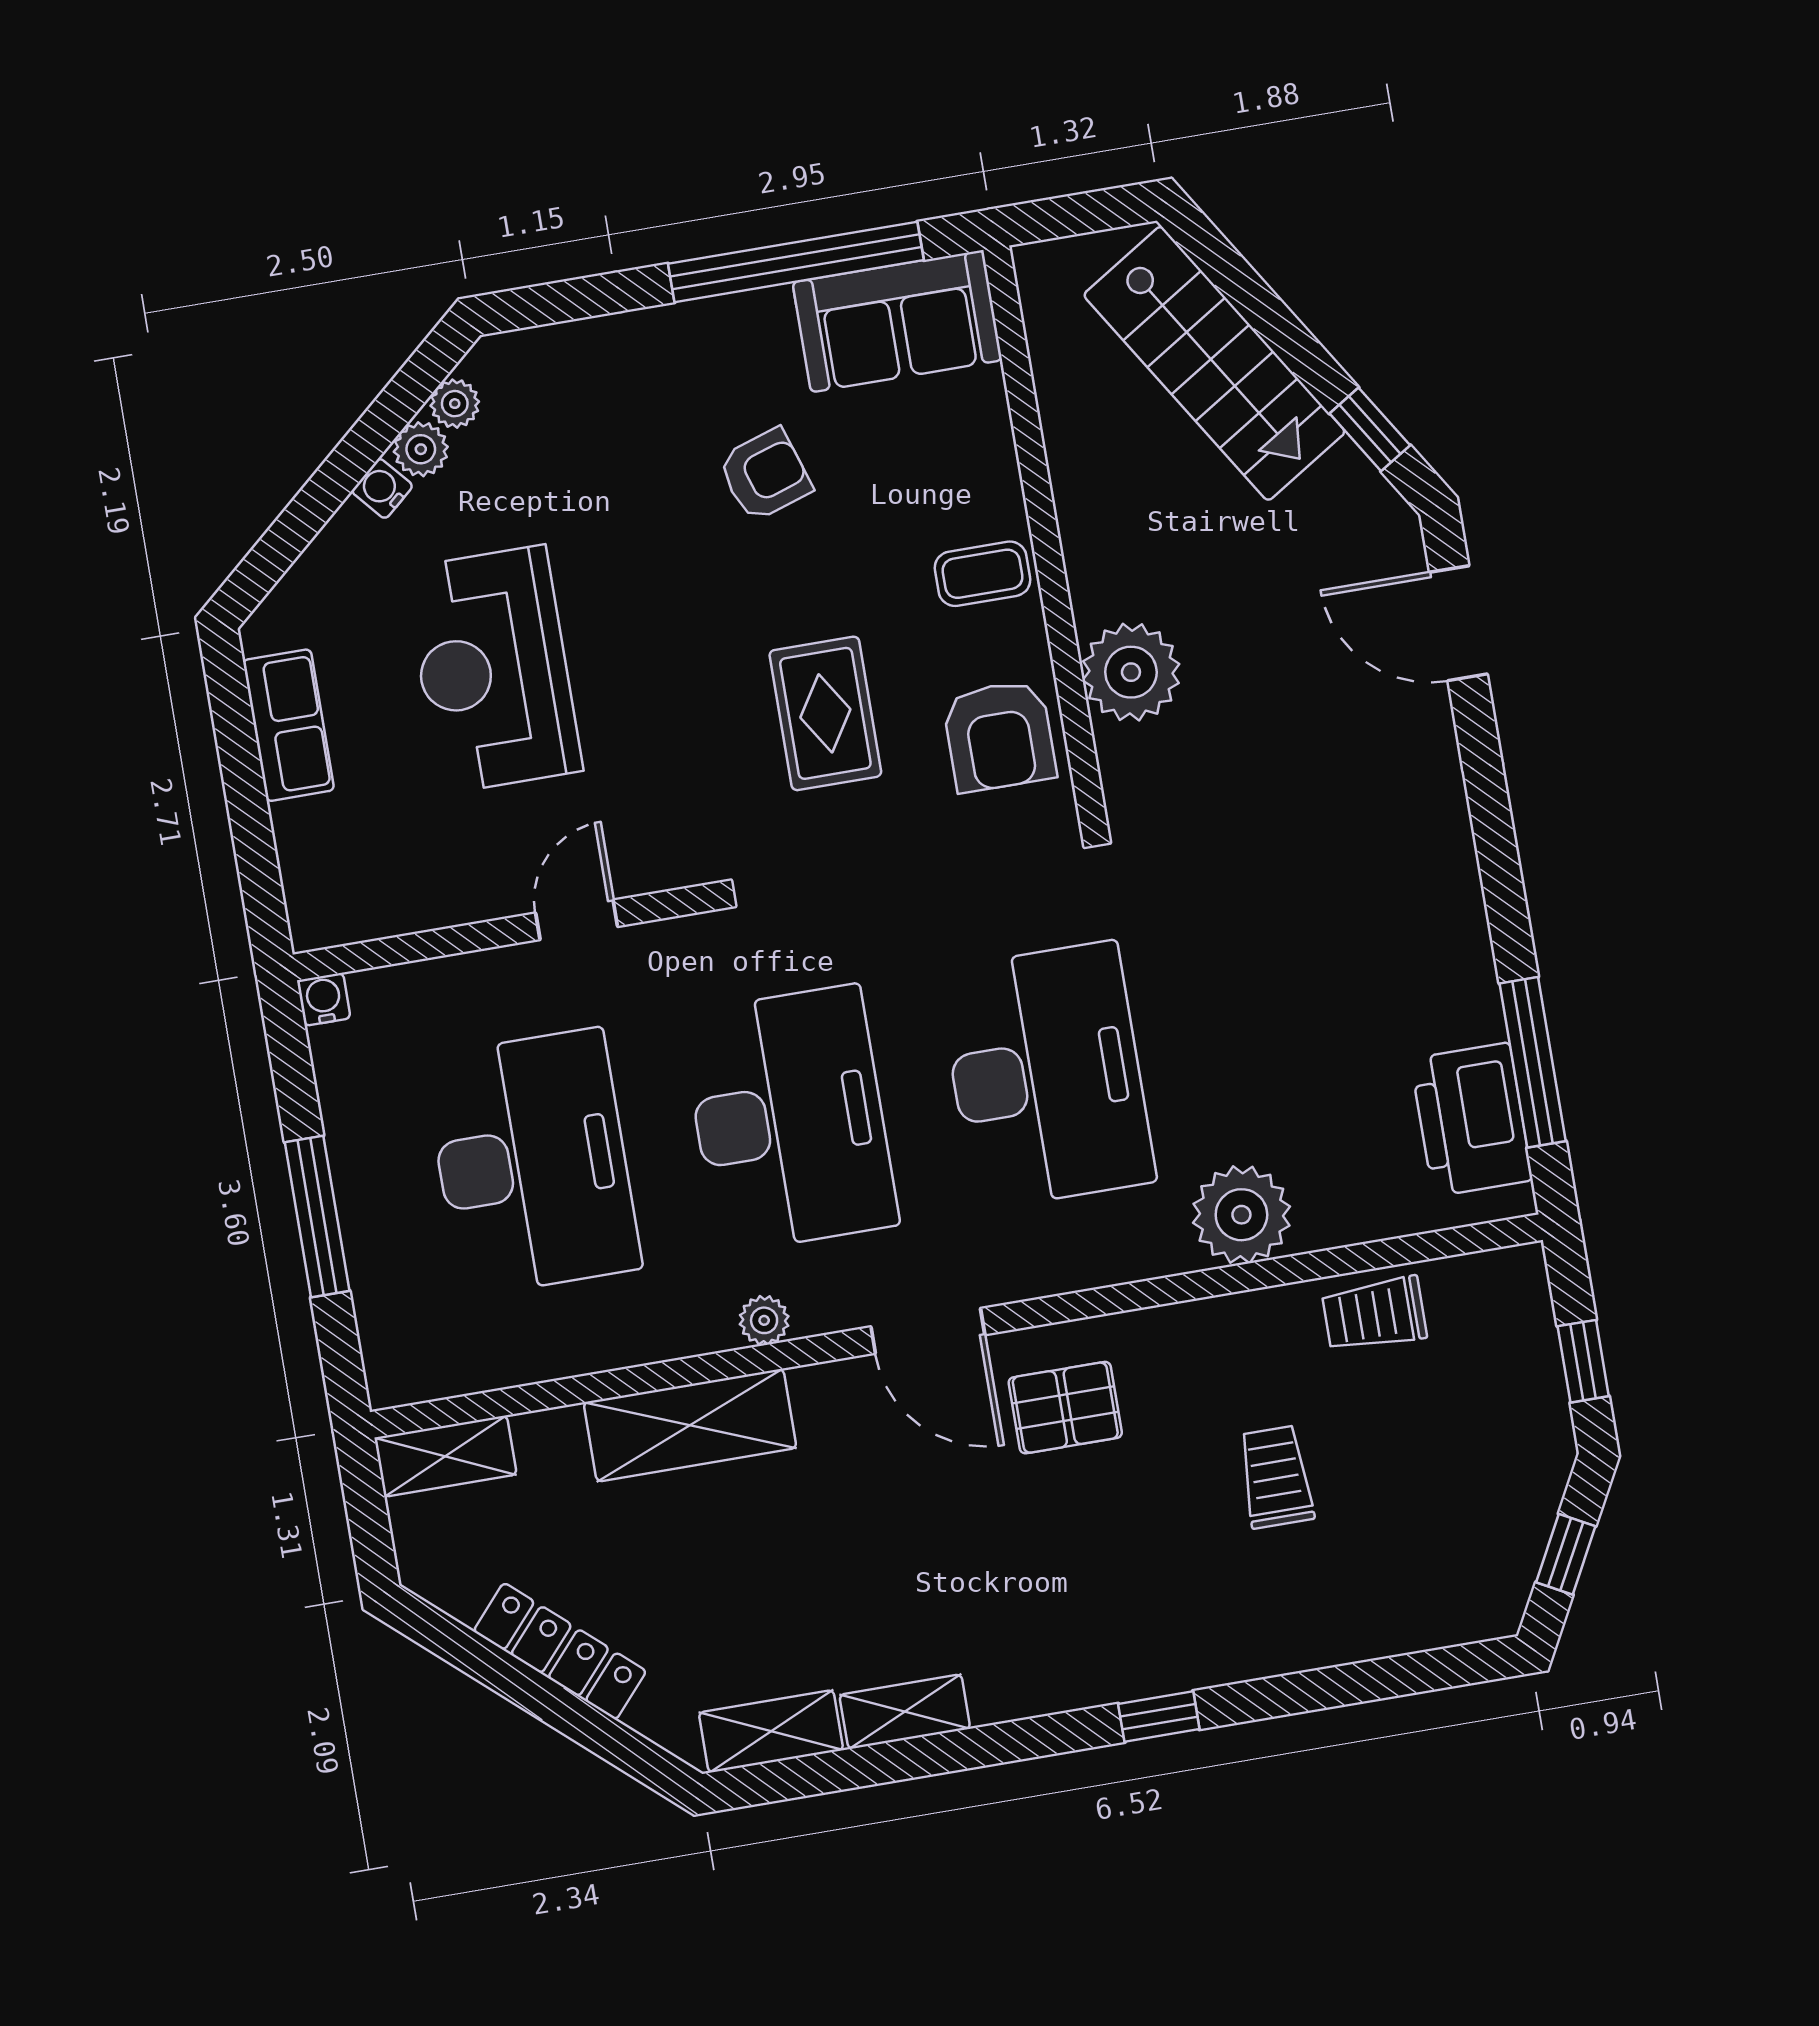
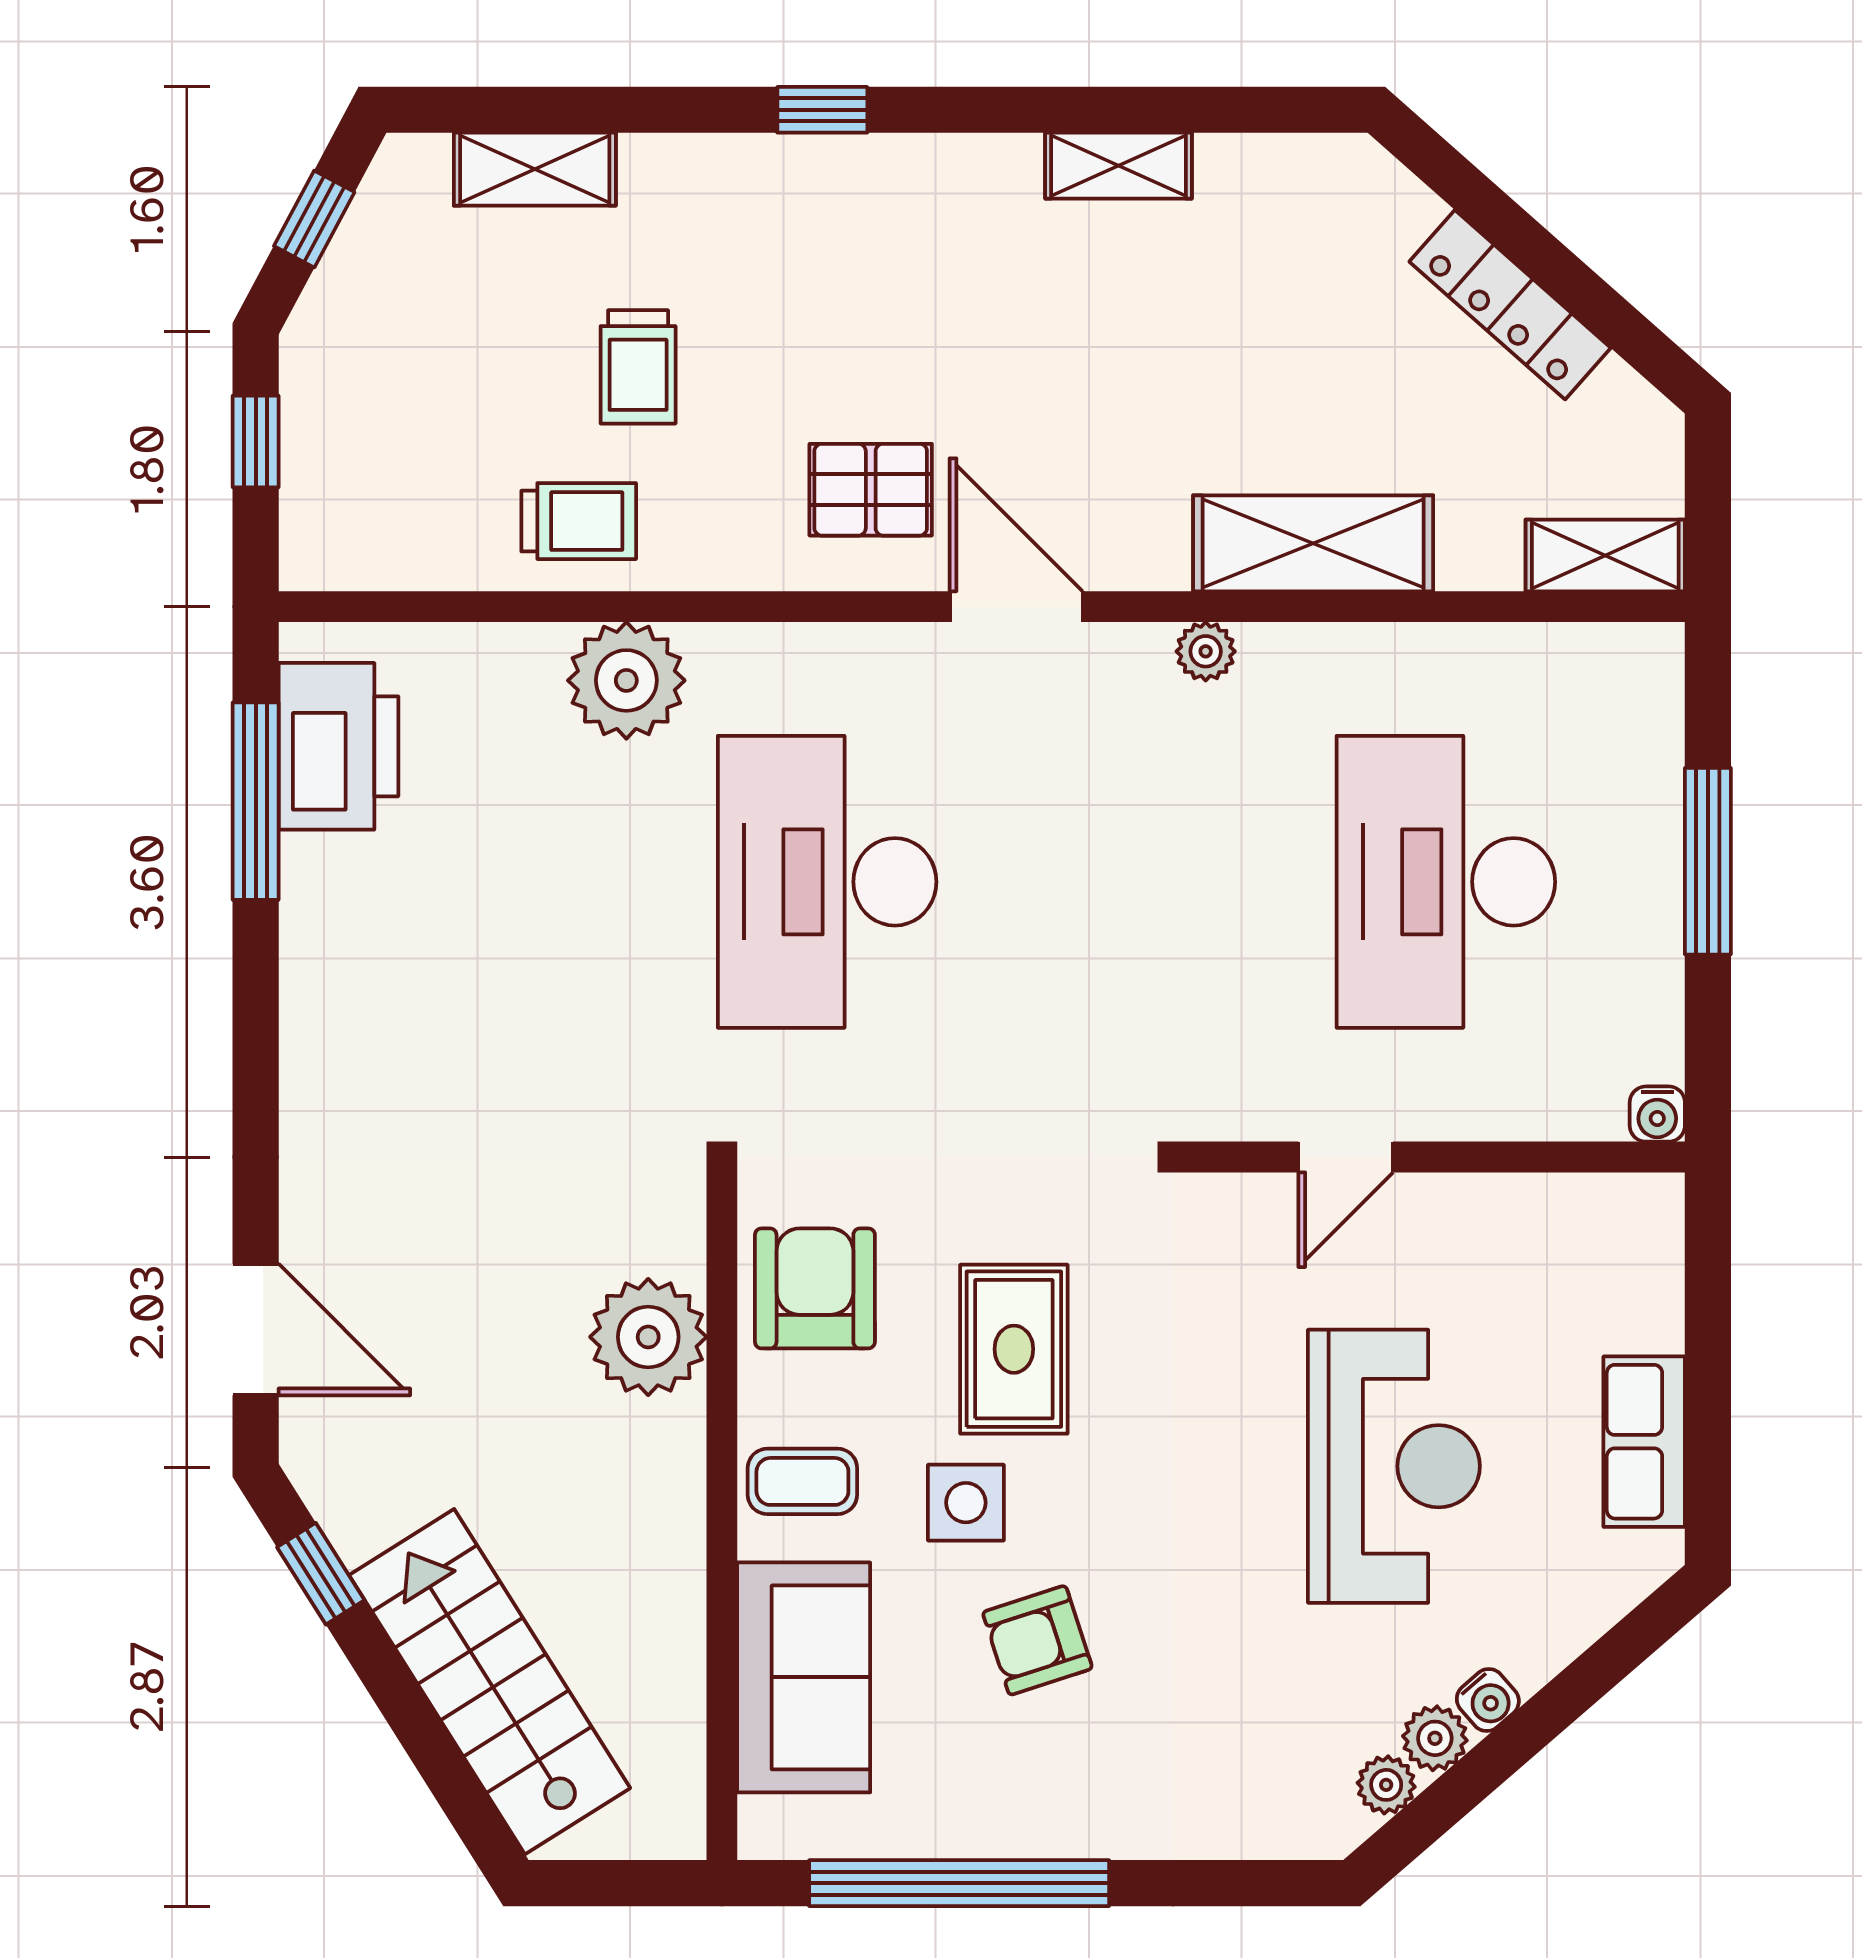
sofa: (897, 321) -> (804, 1677), moved, turned 90
side table: (844, 579) -> (966, 1503), added
desk: (789, 1119) -> (1136, 882), removed
trolley: (1374, 1314) -> (579, 521), moved
shelving: (771, 1731) -> (535, 169), moved

